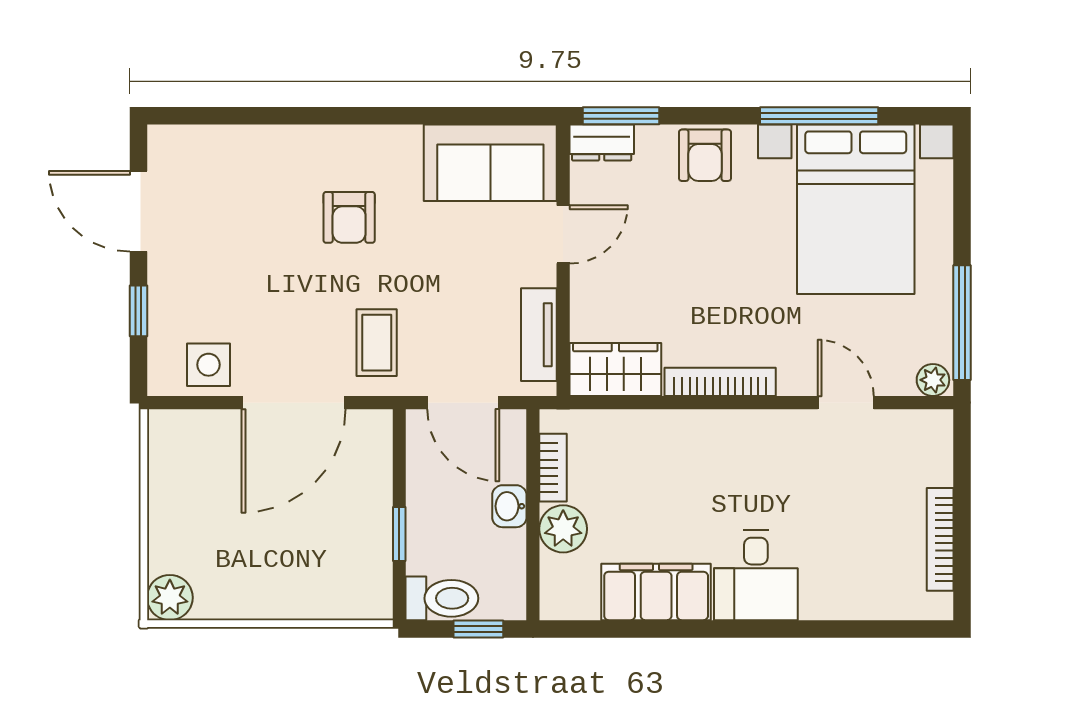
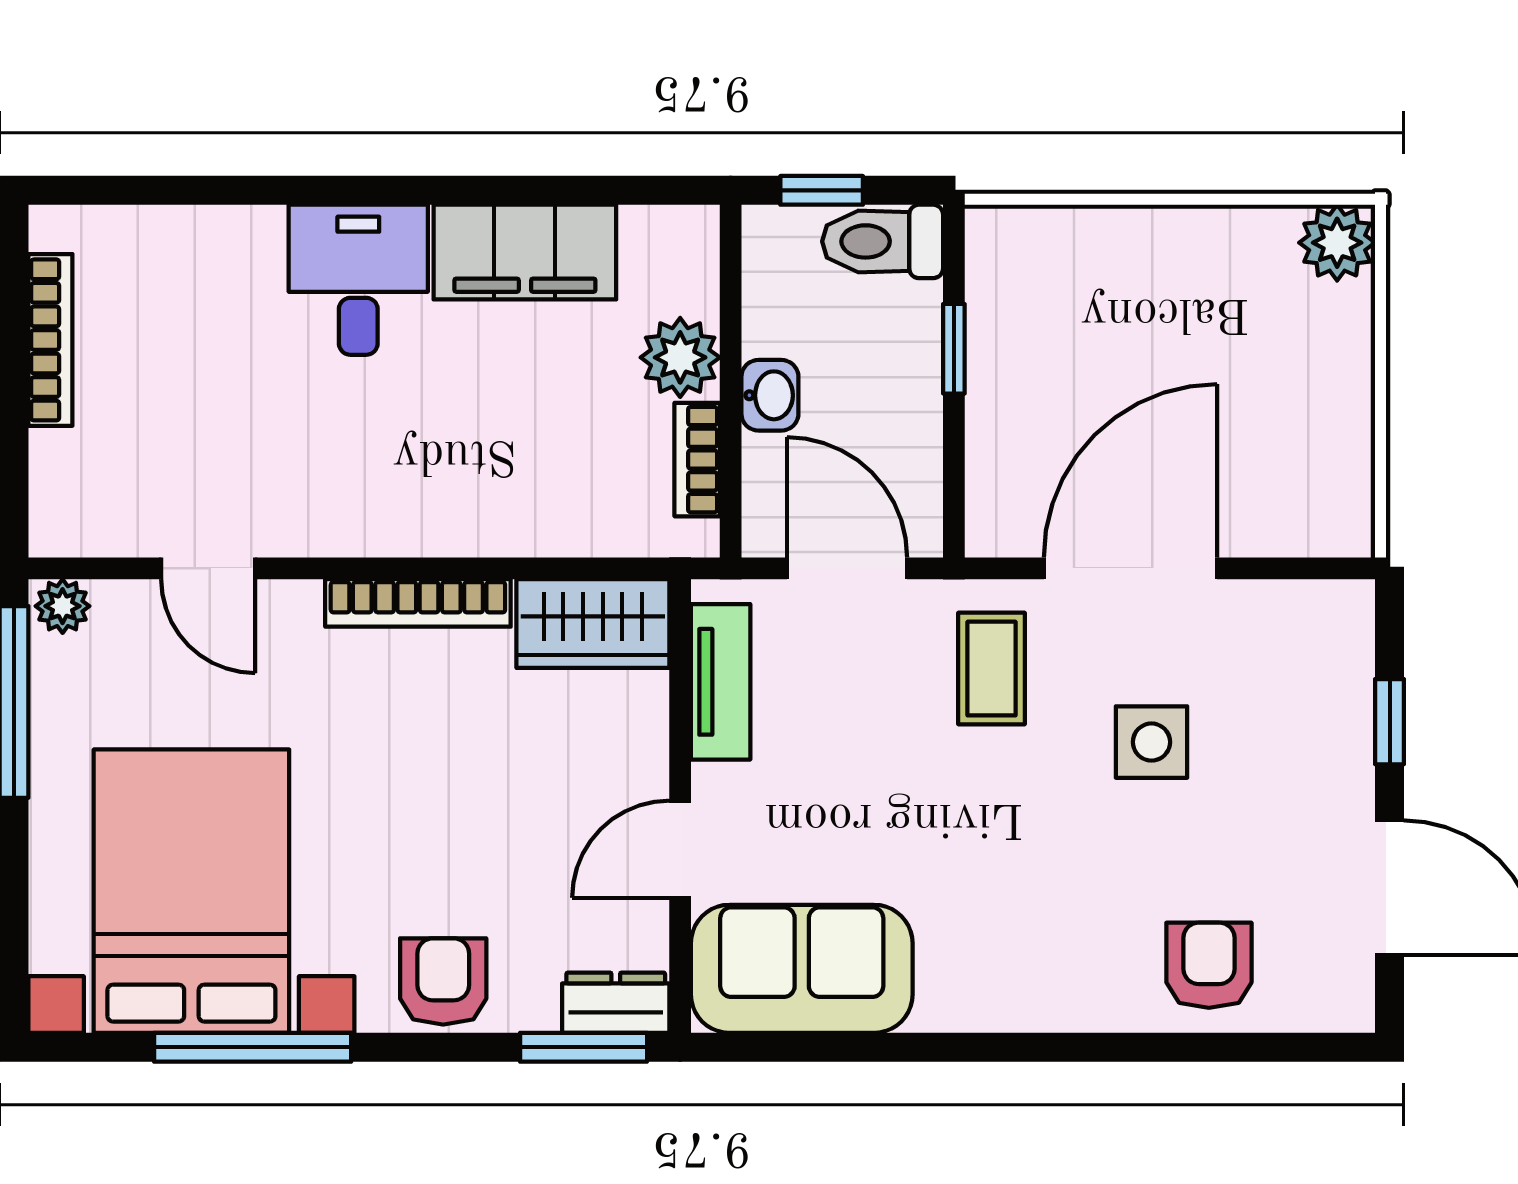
armchair: (349, 217) -> (1209, 965), moved
side table: (209, 365) -> (1151, 742), moved

